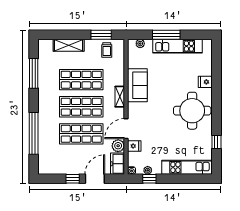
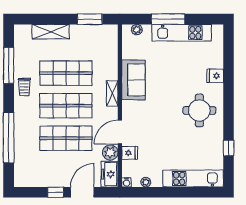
trolley: (107, 50) -> (24, 87), moved
round table: (192, 111) -> (199, 110), width x0.73, depth x0.73
window: (149, 179) -> (148, 192), removed

